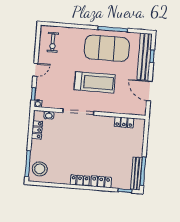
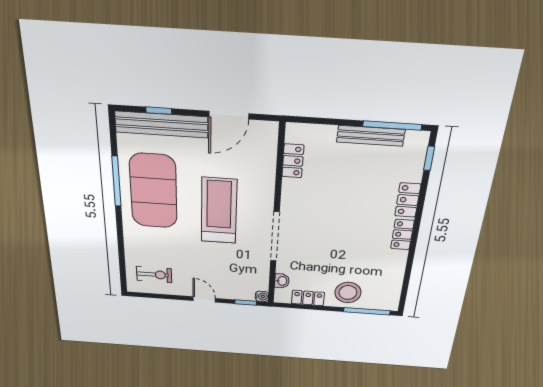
stool: (40, 169) -> (348, 293), moved
bench: (136, 174) -> (371, 136), moved

